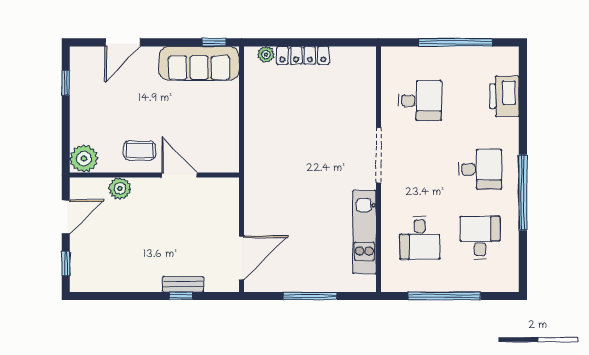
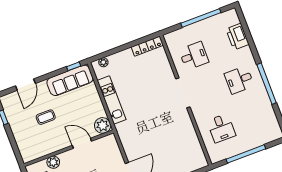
locker: (303, 55) -> (147, 46), moved
coffee table: (140, 150) -> (46, 117), moved
plant: (84, 159) -> (103, 125), moved
desk: (480, 169) -> (239, 80), turned 180
kitchen unit: (364, 232) -> (111, 100), moved, turned 180
desk: (480, 238) -> (253, 116), removed

